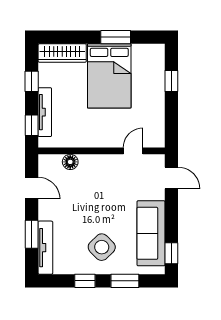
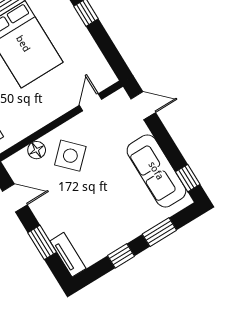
side table: (102, 247) -> (70, 156), moved
tv unit: (45, 248) -> (68, 255), width x0.71

